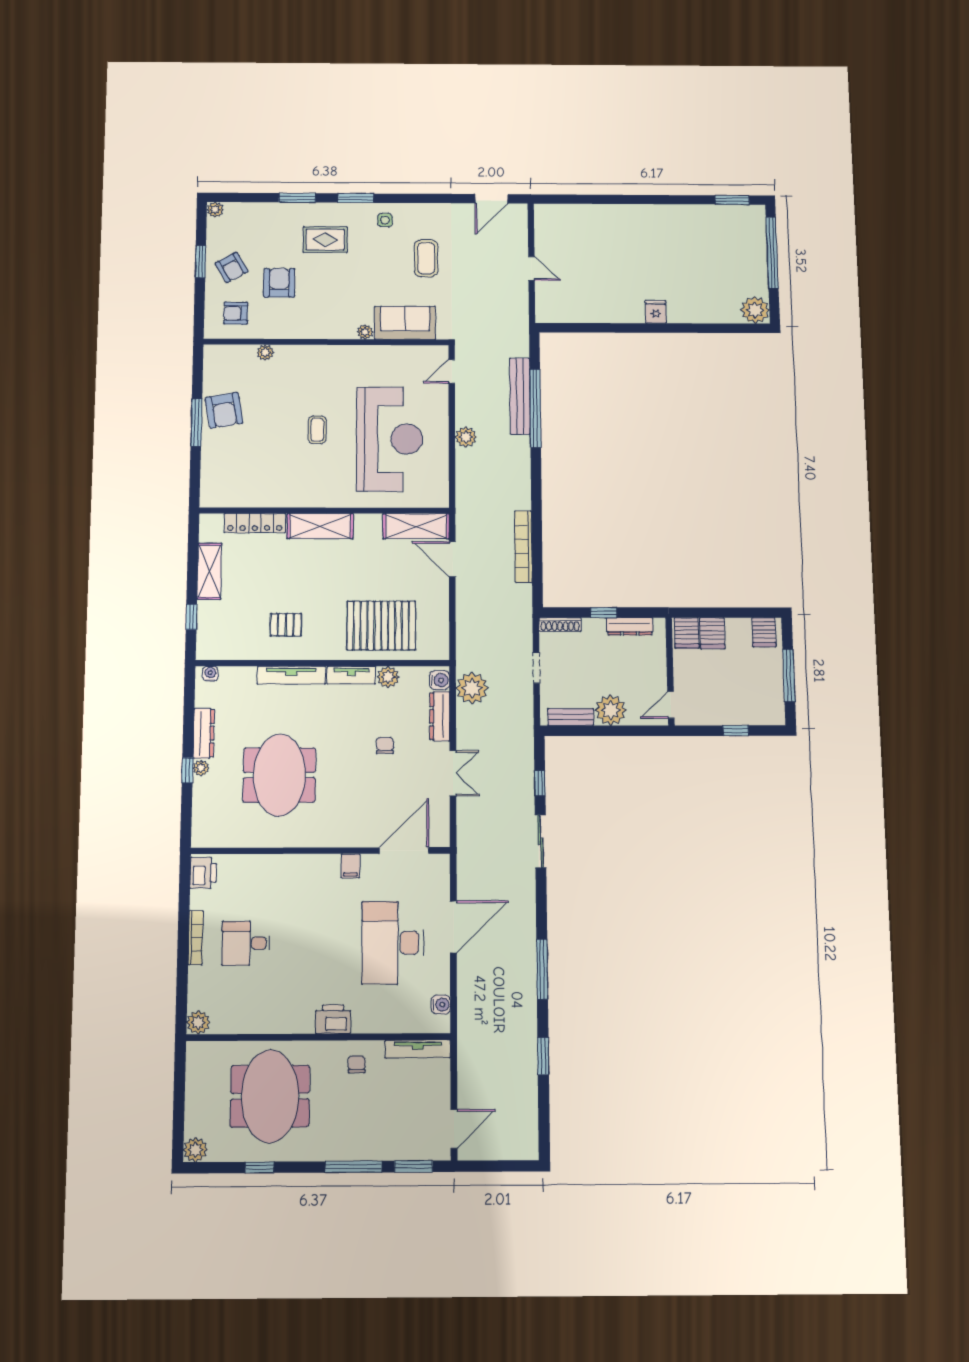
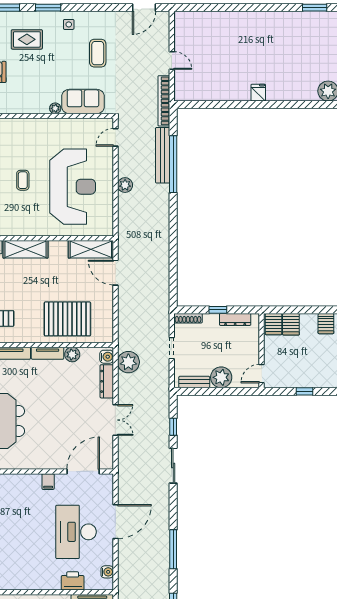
bookcase: (523, 547) -> (164, 101), moved
chair: (385, 745) -> (70, 401), removed
printer: (333, 1019) -> (73, 581), moved

